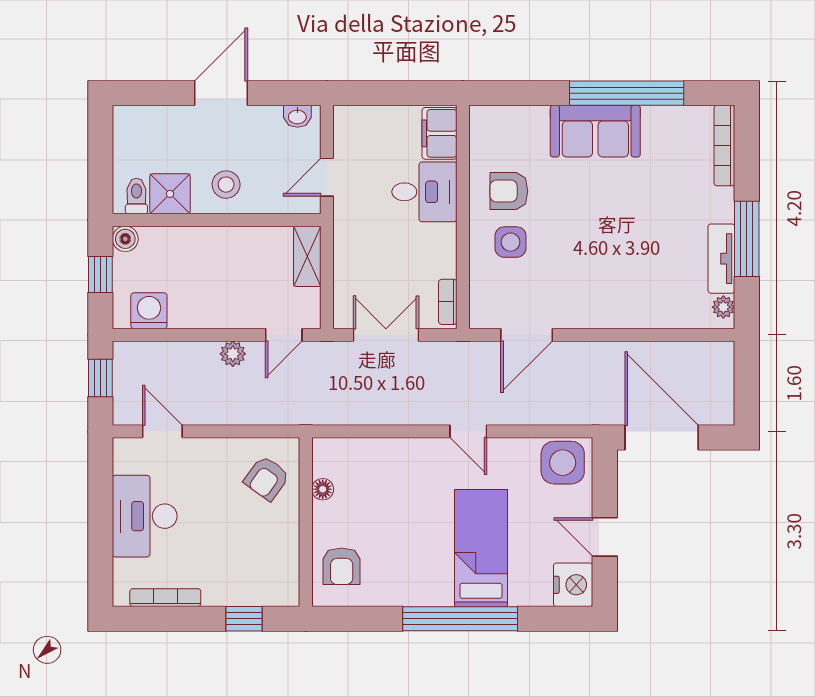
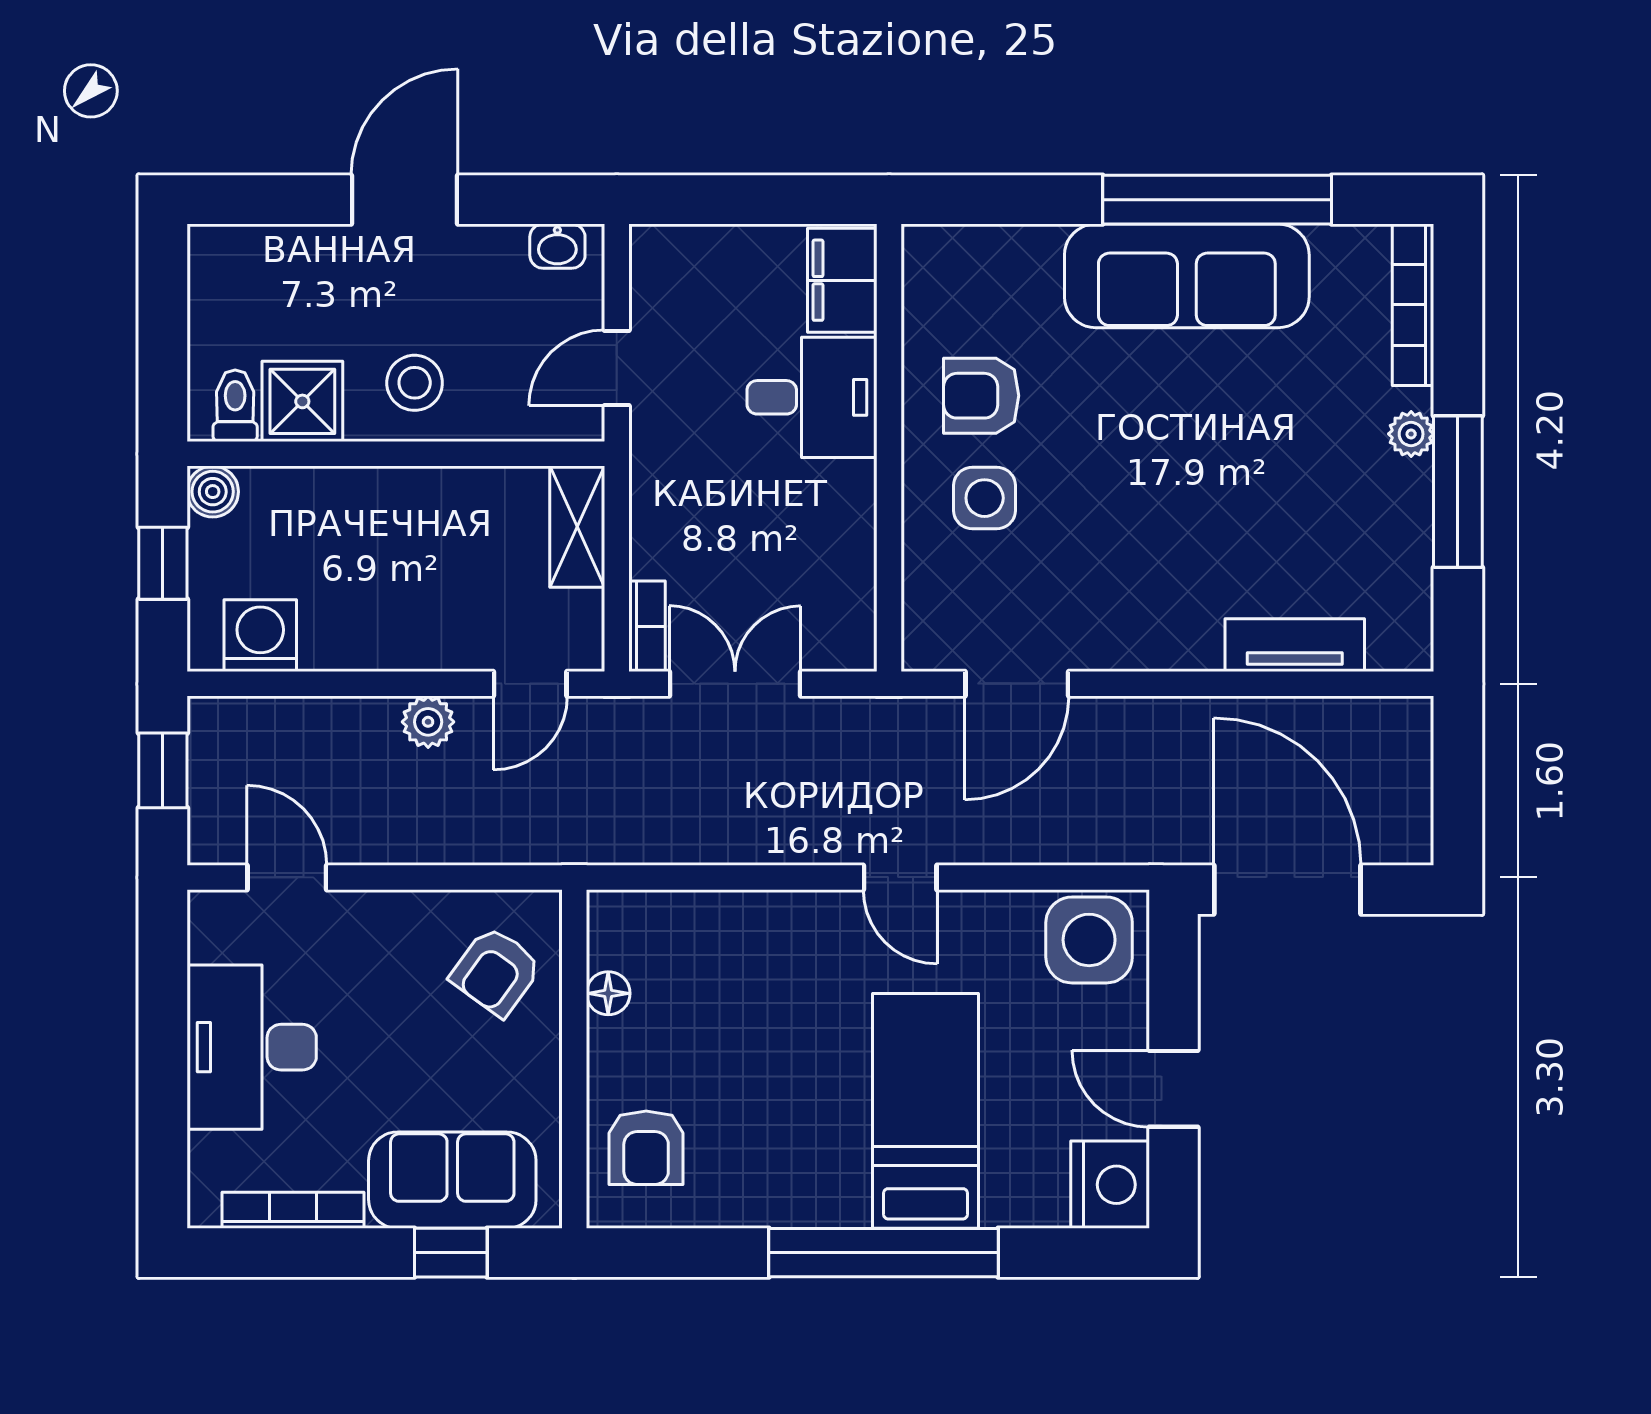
sofa: (595, 131) -> (1187, 276), width x1.36
tv unit: (721, 259) -> (1295, 645), moved, turned 90
bookcase: (448, 302) -> (647, 626), moved, turned 180
plant: (723, 307) -> (1411, 434), moved
sofa: (245, 582) -> (452, 1180), added

